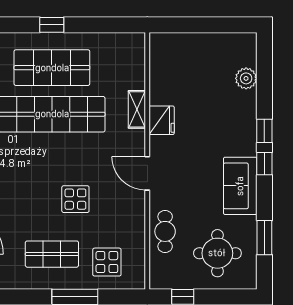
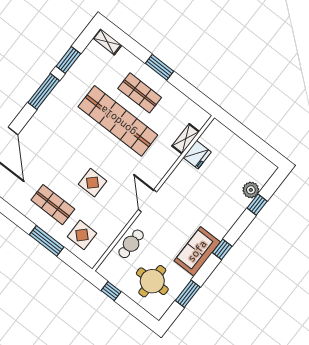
window: (52, 25) -> (159, 67), width x1.50
shop shelf: (52, 68) -> (140, 93), width x0.70, depth x0.74
shelving: (137, 109) -> (186, 139), moved
fridge: (162, 120) -> (197, 155), moved
window: (264, 131) -> (257, 205), moved

